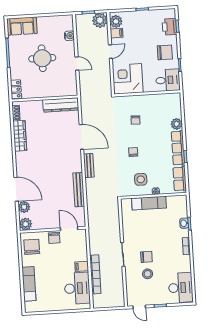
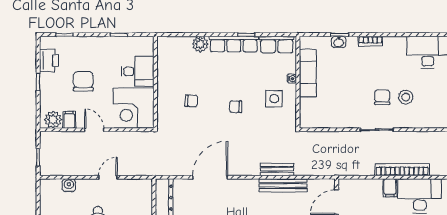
plant: (100, 20) -> (50, 142), removed
printer: (170, 27) -> (49, 61), moved, turned -90
chair: (165, 52) -> (83, 81), moved
desk: (168, 80) -> (138, 71), moved, turned 90
bench: (89, 166) -> (277, 169), moved
exam couch: (149, 203) -> (308, 73), moved

